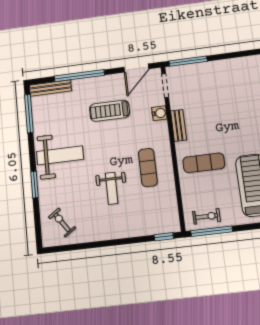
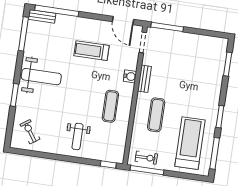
door: (136, 68) -> (123, 21), hinge flipped
window: (79, 76) -> (57, 11), moved
bench: (50, 88) -> (42, 16), width x0.73
water cooler: (159, 113) -> (130, 76), moved
exercise mat: (204, 163) -> (156, 115), turned 90
weight bench: (112, 188) -> (78, 137), moved

